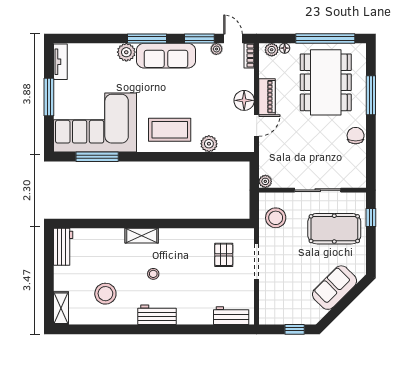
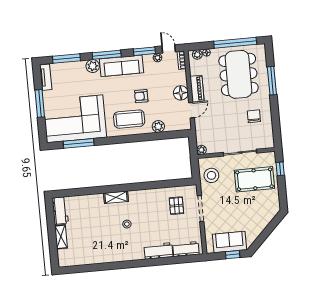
window: (91, 38) -> (66, 58), added
armchair: (189, 100) -> (141, 96), added
chair: (356, 136) -> (254, 116), moved
sofa: (335, 288) -> (229, 242), moved, turned 45
stool: (105, 294) -> (94, 242), removed
shelving: (61, 308) -> (61, 237), moved
workbench: (157, 315) -> (158, 251), moved

